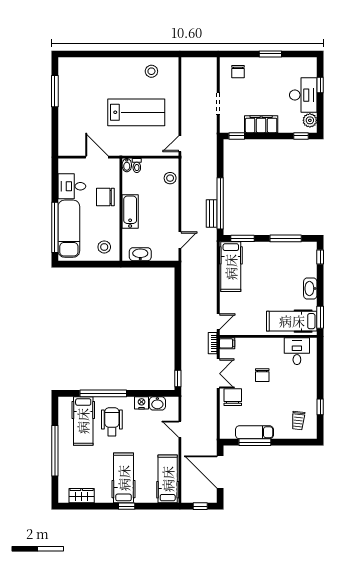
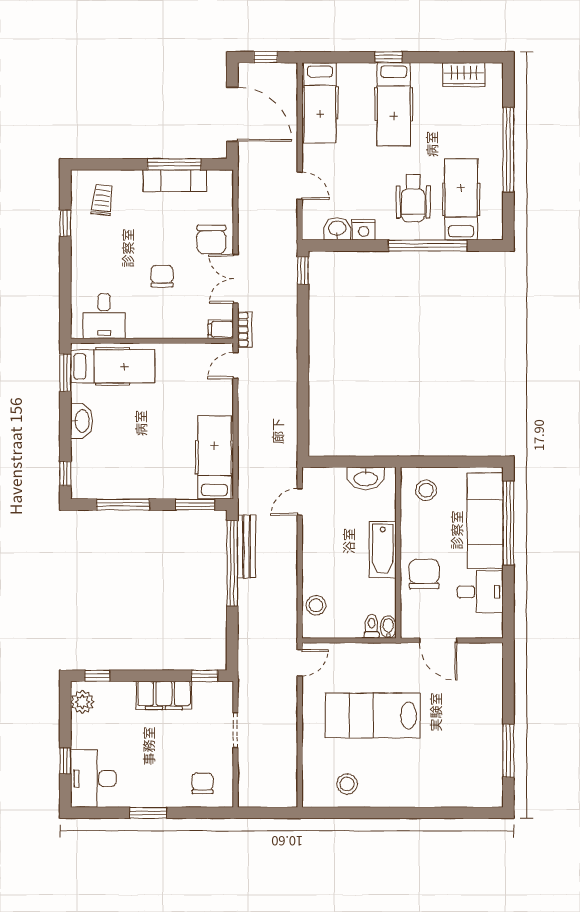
desk: (303, 95) -> (93, 779), moved
chair: (105, 197) -> (424, 574), turned -90
bench: (212, 213) -> (247, 546), width x1.36

